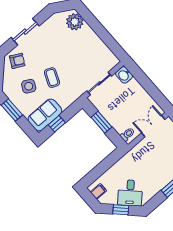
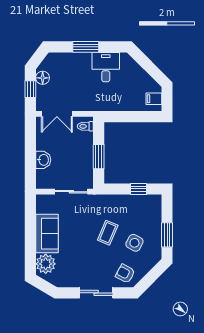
washbasin: (124, 75) -> (43, 160), moved
sofa: (45, 115) -> (47, 234), moved, turned -90
desk: (130, 193) -> (106, 67), moved, turned -45
window: (121, 210) -> (148, 66), removed

